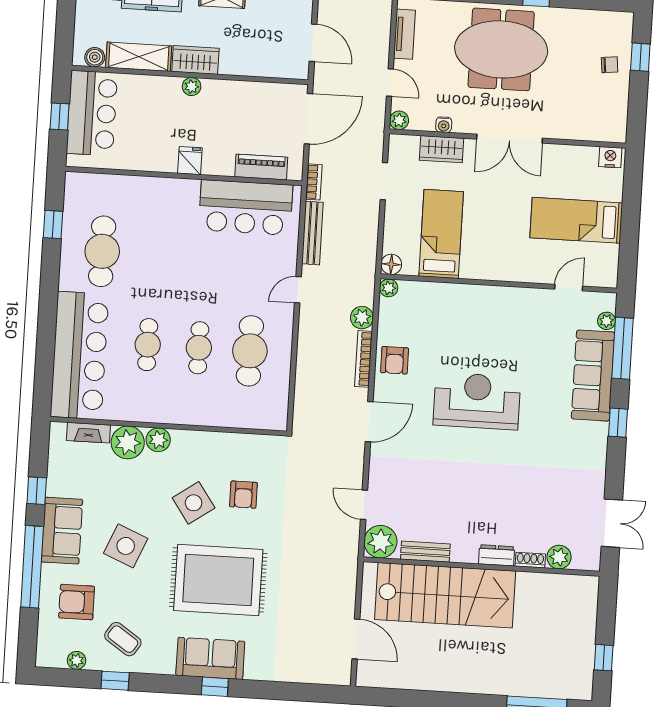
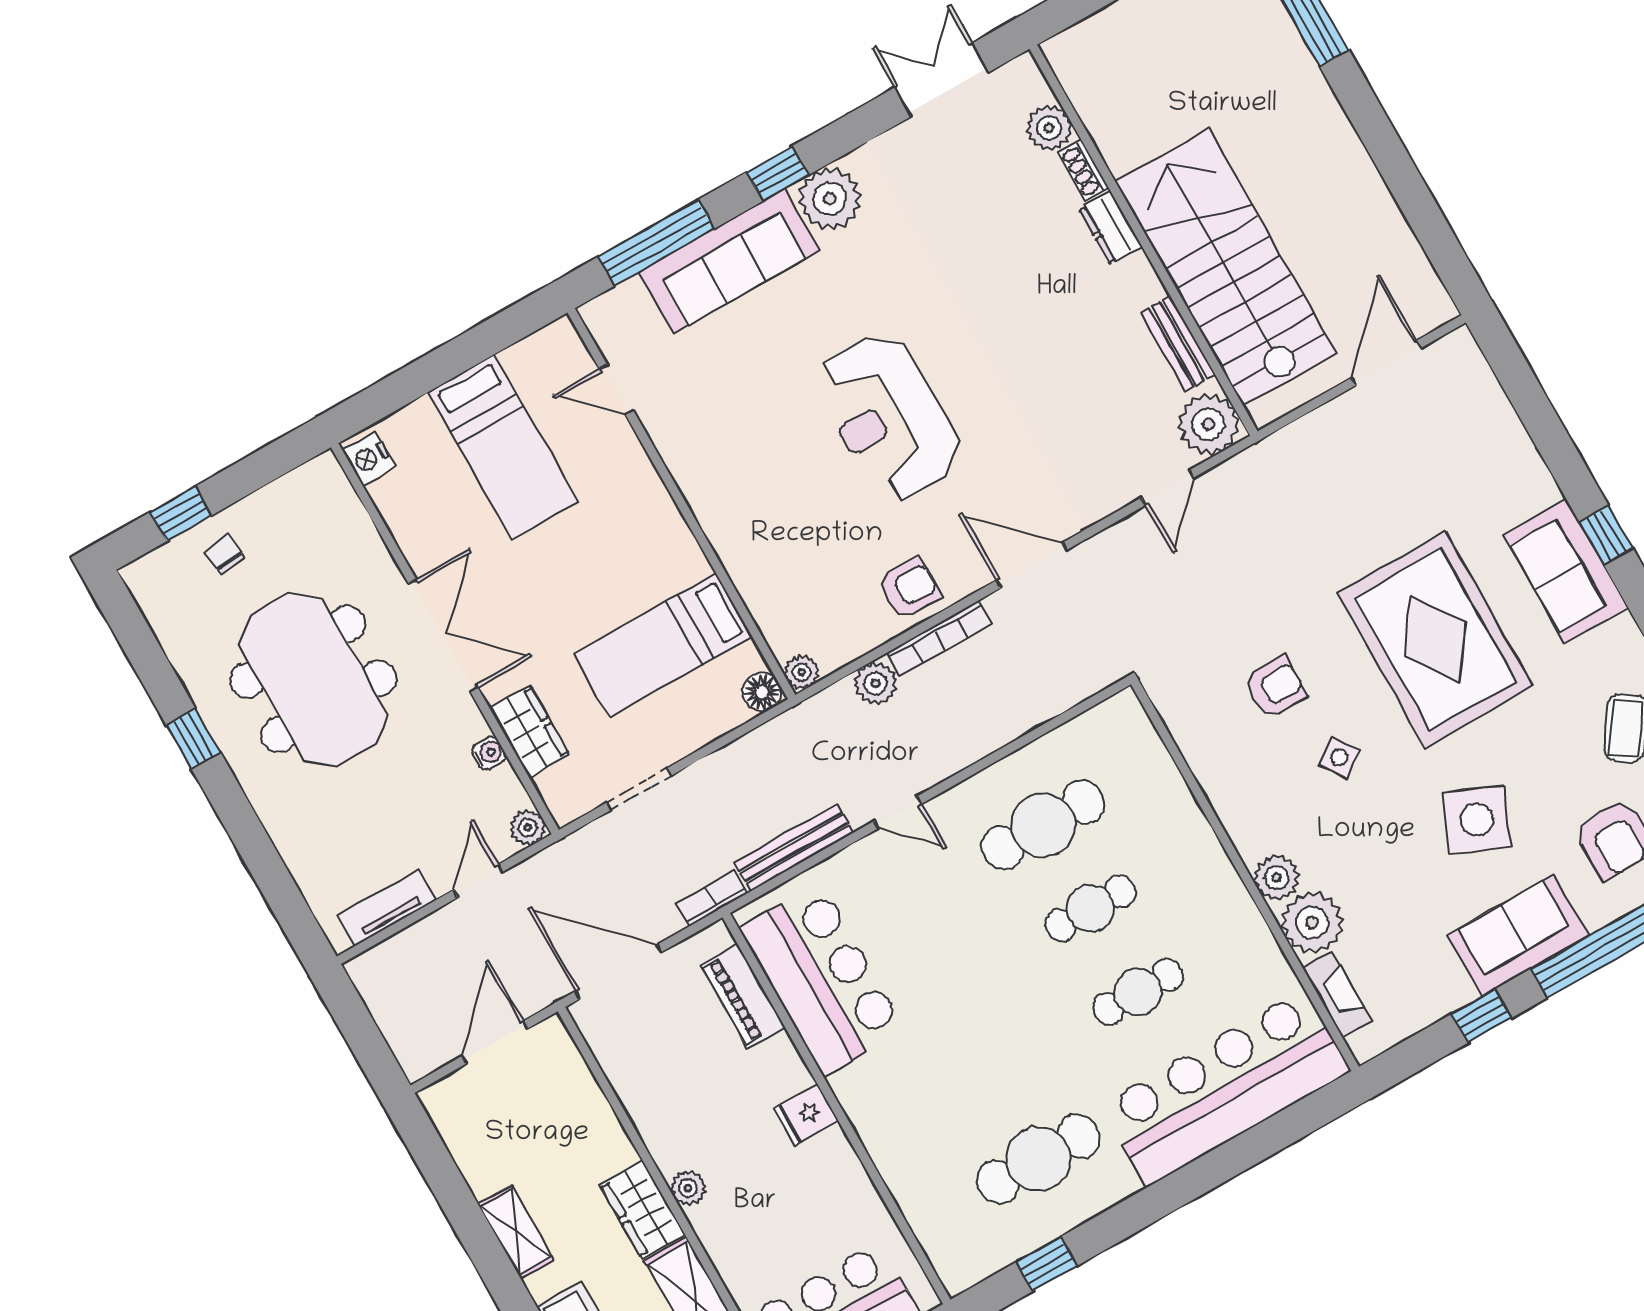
meeting table: (501, 49) -> (313, 679), moved
plant: (607, 321) -> (830, 199), moved, width x1.87, depth x1.87
side table: (194, 503) -> (1339, 757), width x0.54, depth x0.54

